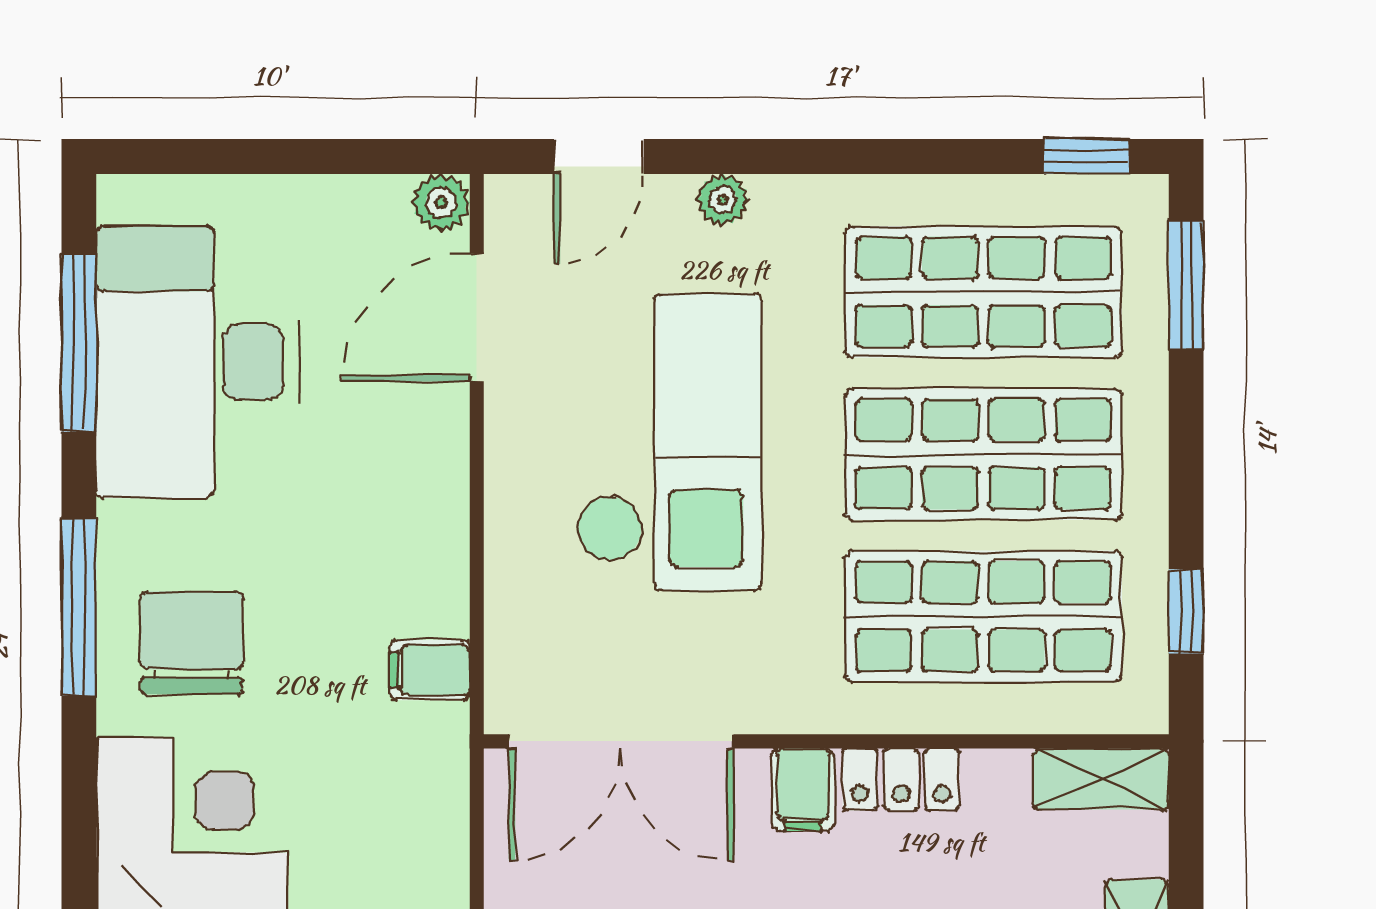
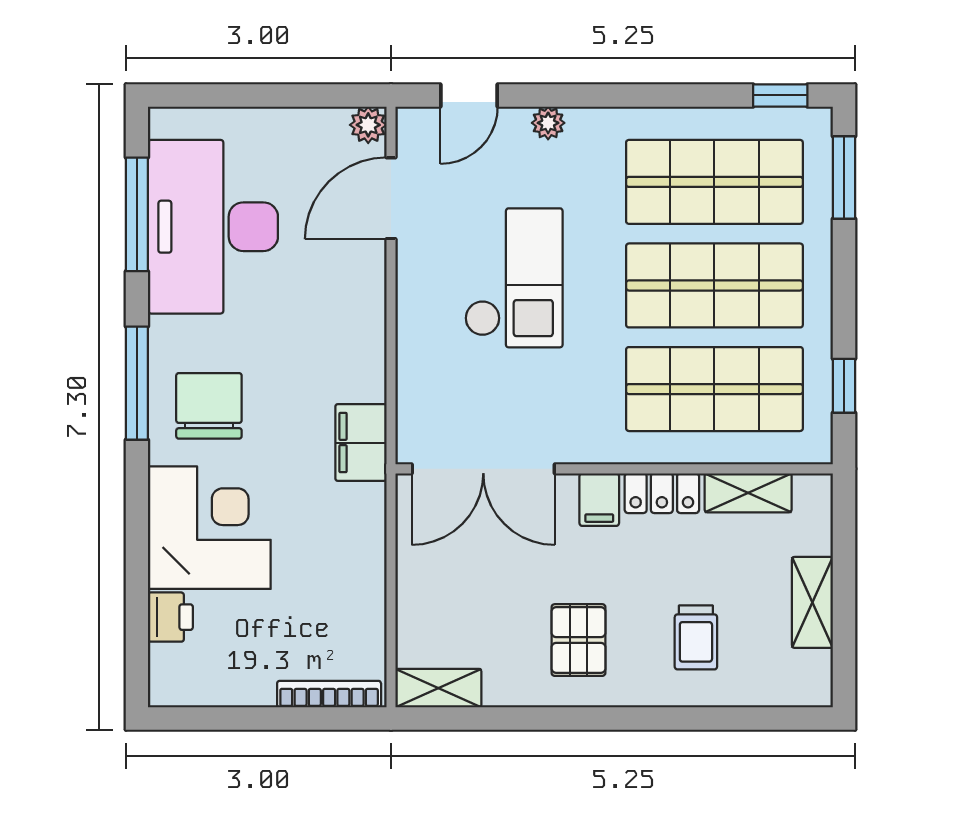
checkout: (669, 442) -> (514, 278), width x0.73, depth x0.83
filing cabinet: (430, 670) -> (361, 443), width x2.00
shelving: (1101, 779) -> (748, 493), moved

